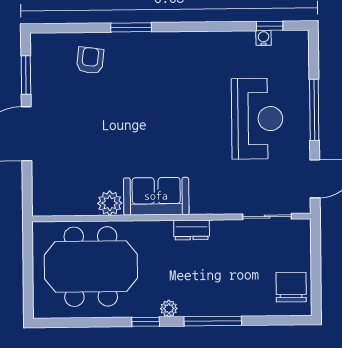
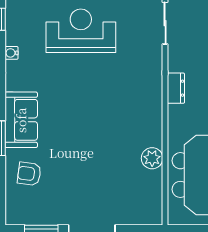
water cooler: (264, 38) -> (11, 53), moved
sofa: (156, 196) -> (21, 120), moved, turned 180

